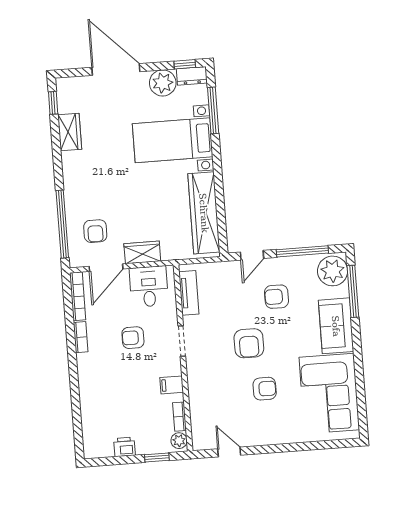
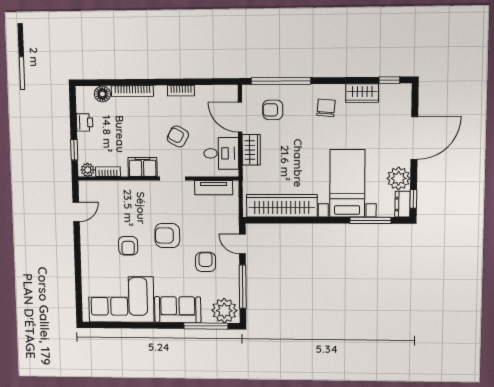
chair: (89, 171) -> (326, 108), added
bookcase: (78, 296) -> (132, 91), moved
armchair: (133, 338) -> (178, 136), turned -61
filing cabinet: (172, 385) -> (143, 167), width x2.00
floor lamp: (91, 428) -> (102, 94), added

